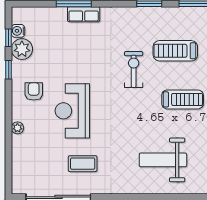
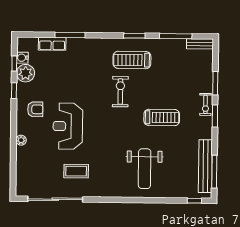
row of seats: (84, 14) -> (52, 44), moved
treadmill: (175, 51) -> (132, 60), moved
armchair: (34, 91) -> (35, 109), turned 90
weight bench: (163, 160) -> (145, 169), turned -90

